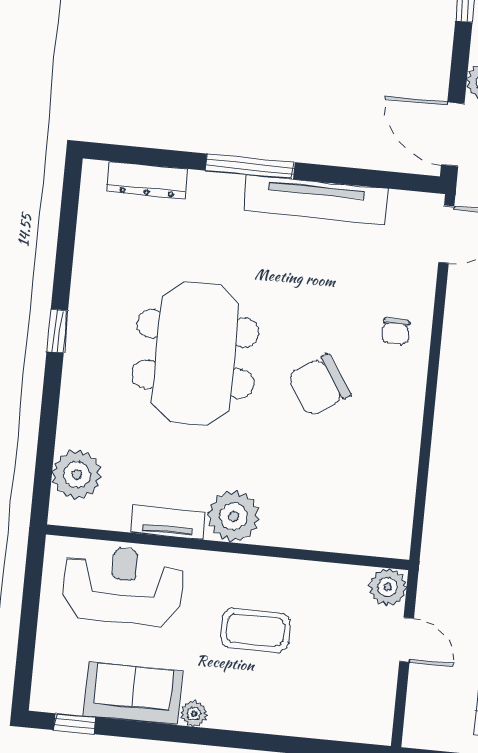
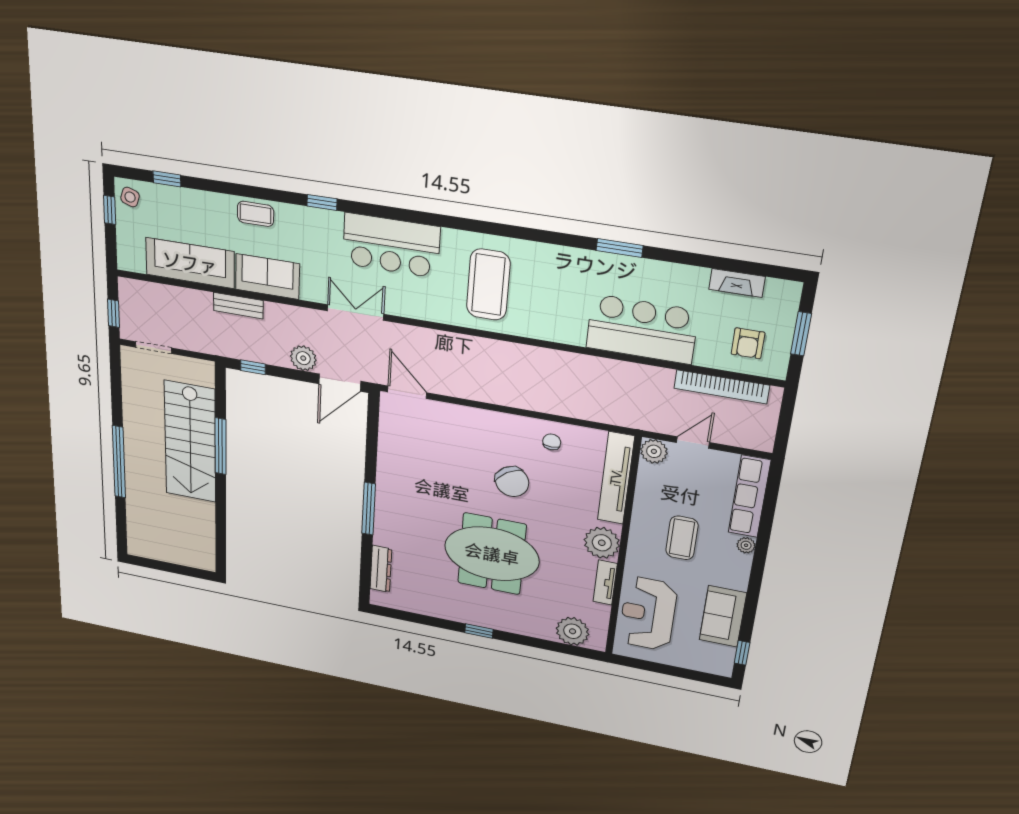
tv unit: (316, 200) -> (616, 478), moved, turned 180
chair: (396, 331) -> (552, 442), moved, turned -90
plant: (194, 714) -> (746, 545), moved
row of seats: (332, 720) -> (749, 496), added

